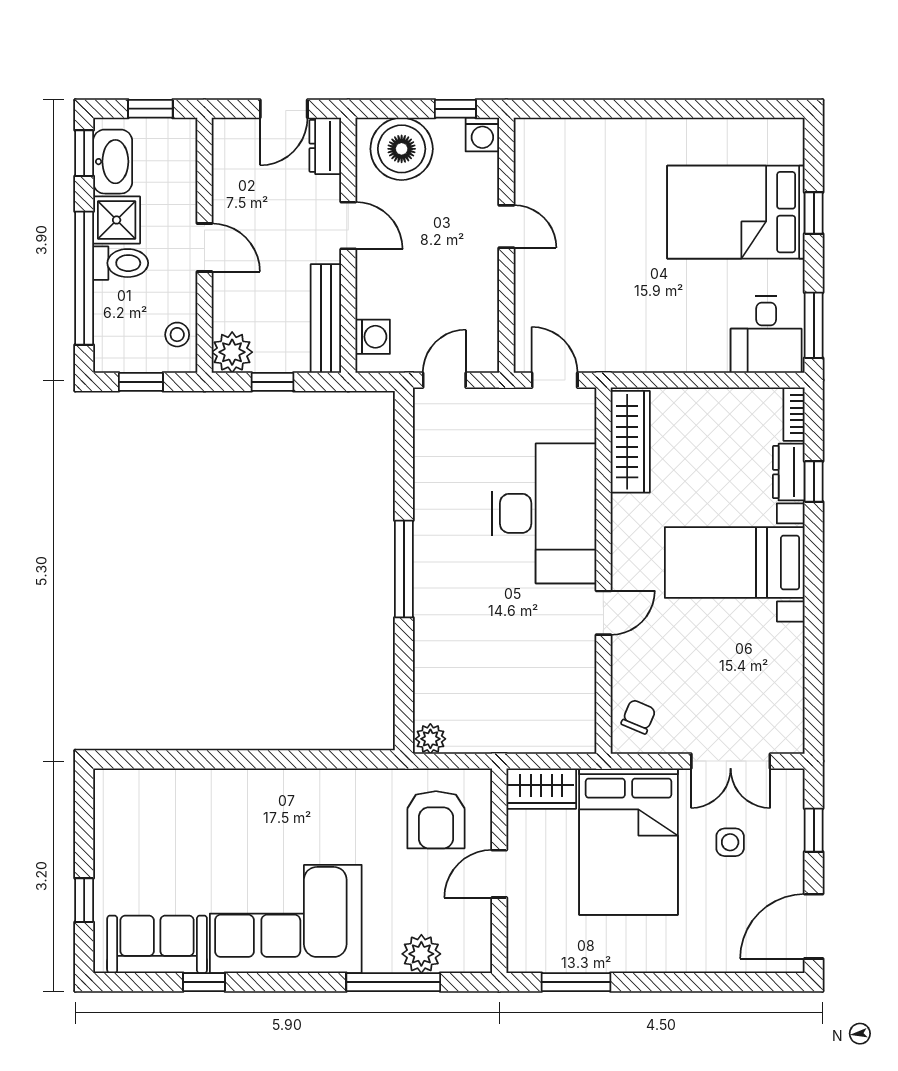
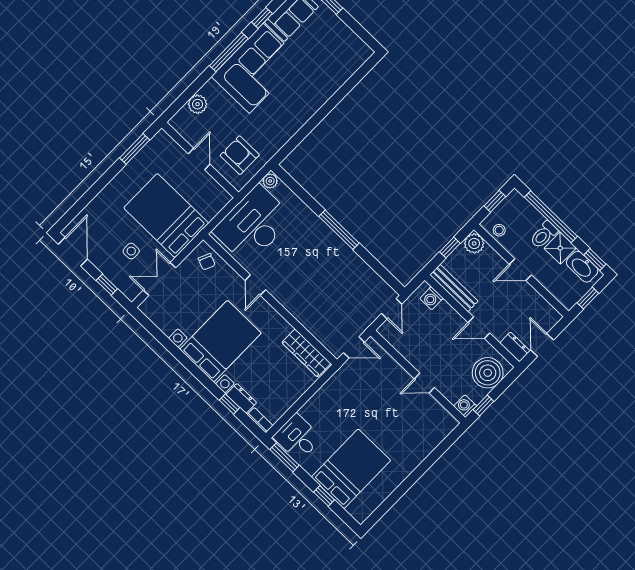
desk: (544, 513) -> (253, 225), moved, turned 90
bed with nightstands: (735, 562) -> (221, 341), width x1.36
wardrobe: (541, 789) -> (215, 203), removed
window: (393, 982) -> (229, 52), moved

